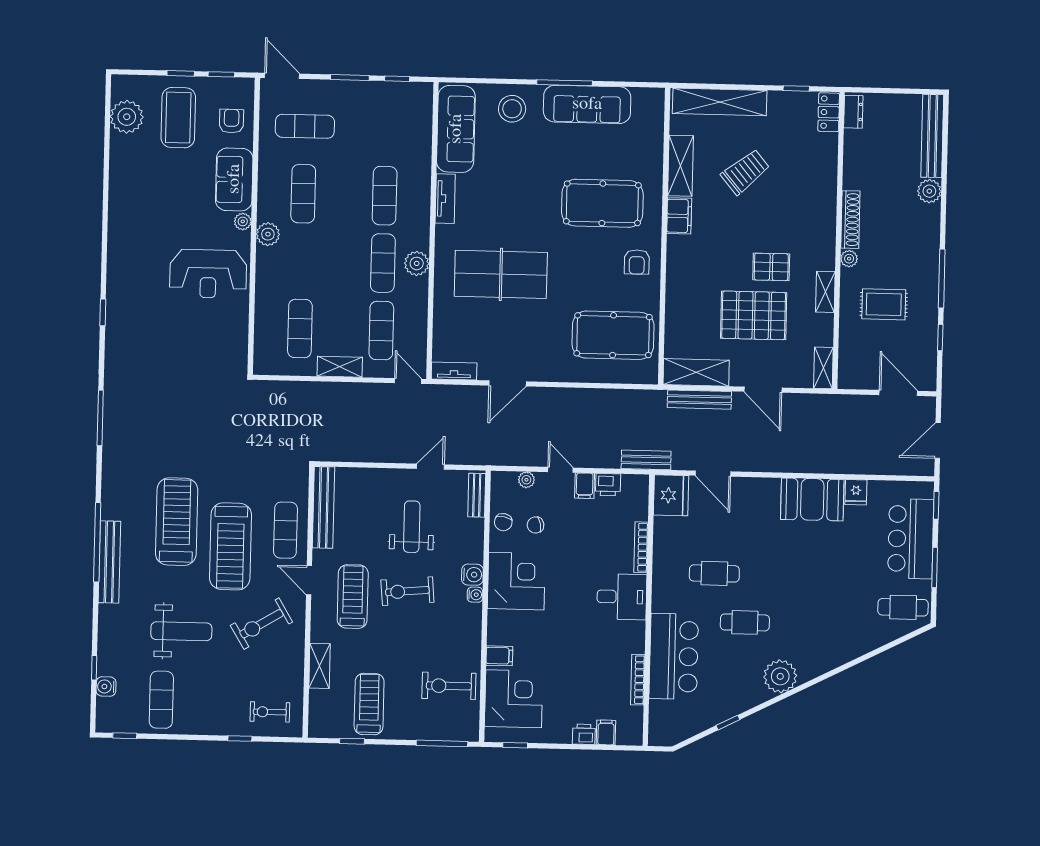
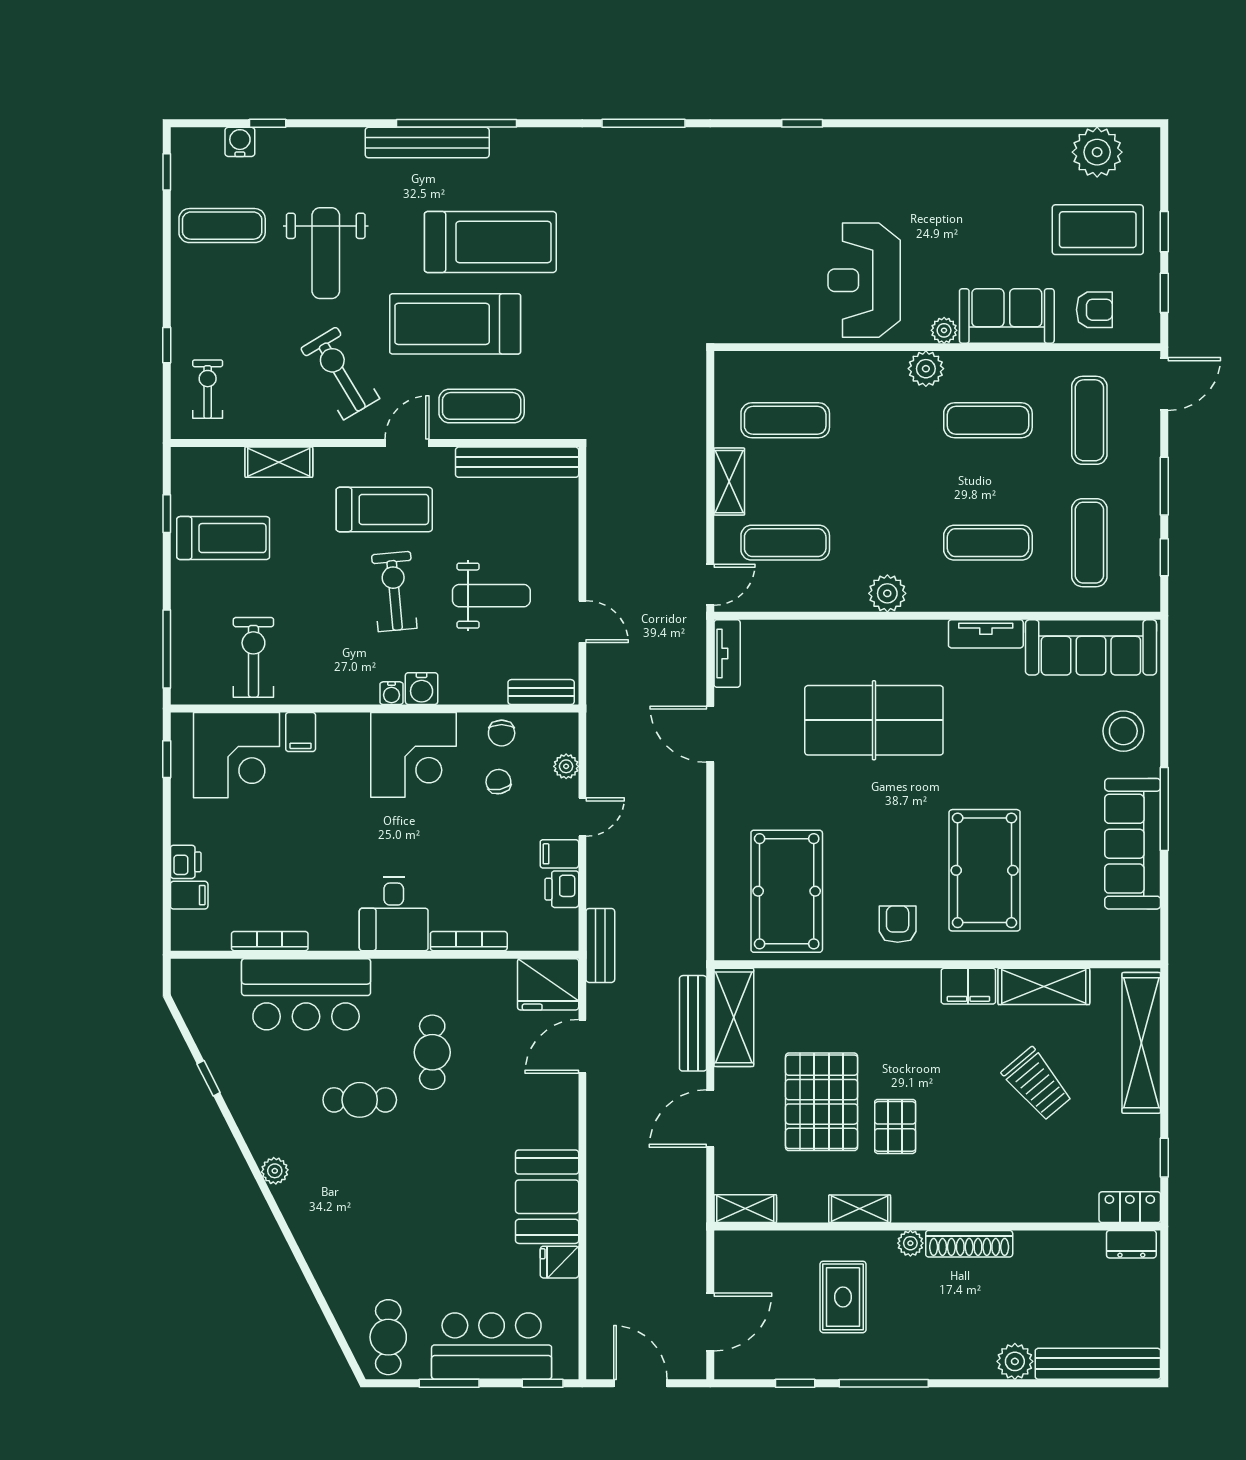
armchair: (637, 262) -> (898, 924), turned 90
exercise mat: (383, 263) -> (1089, 543), moved, turned 90
table tennis table: (501, 274) -> (874, 720), turned 90
chair: (503, 522) -> (502, 733), turned -101
cafe table: (745, 622) -> (360, 1100), turned 90
plant: (780, 676) -> (275, 1171), width x0.53, depth x0.53

